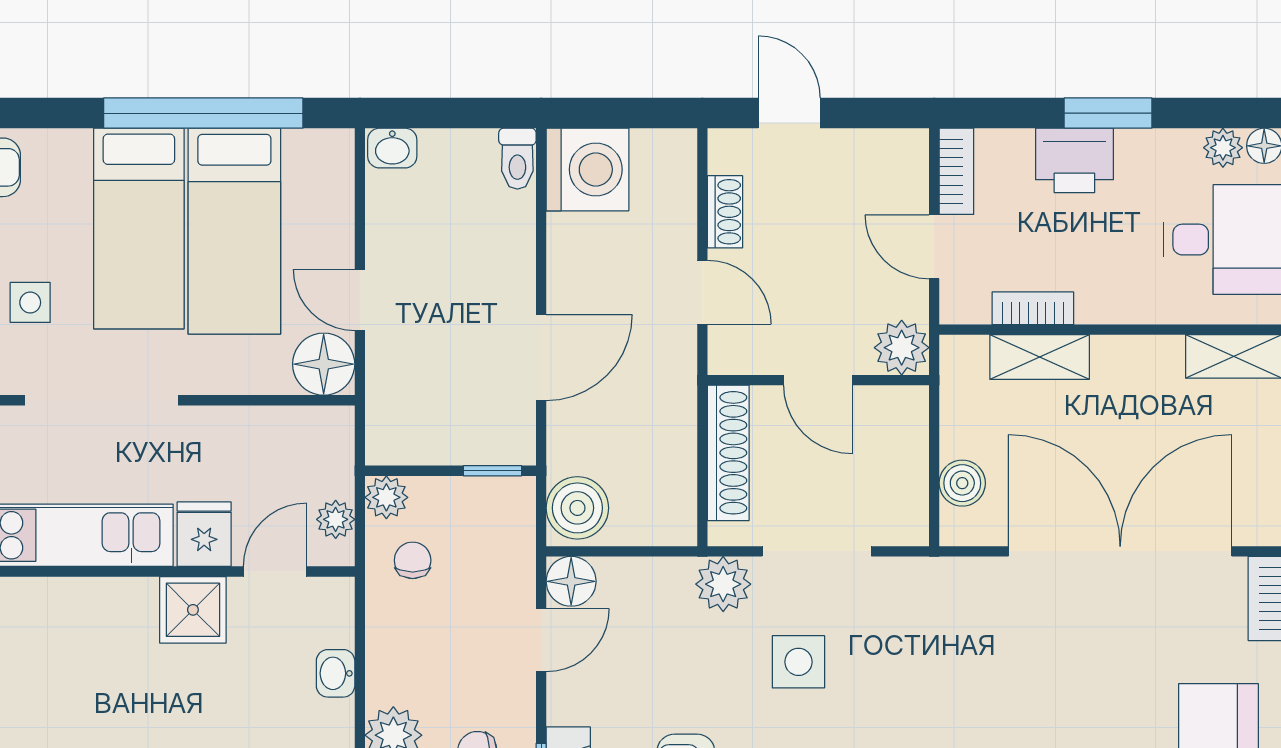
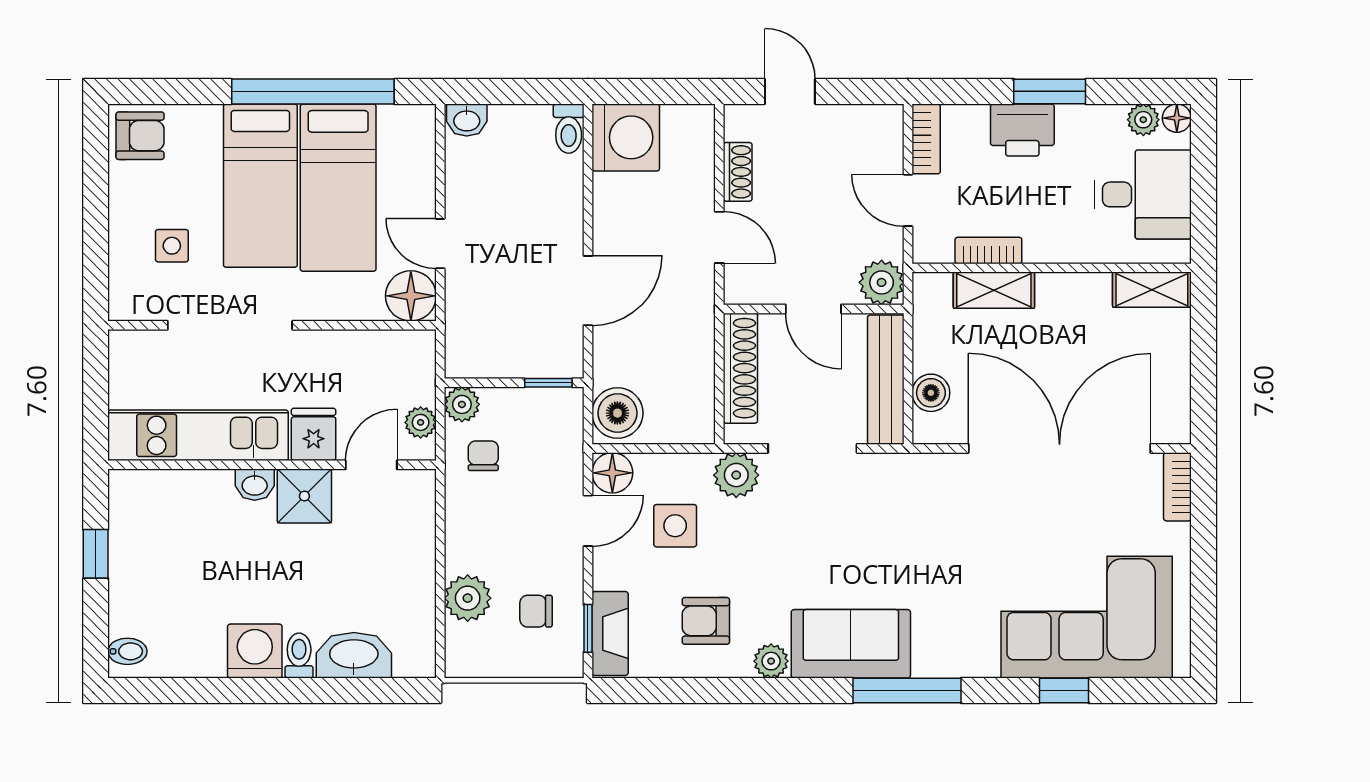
bench: (907, 467) -> (886, 380), added
side table: (798, 662) -> (675, 526), moved
washbasin: (336, 673) -> (255, 485), moved, turned -90

